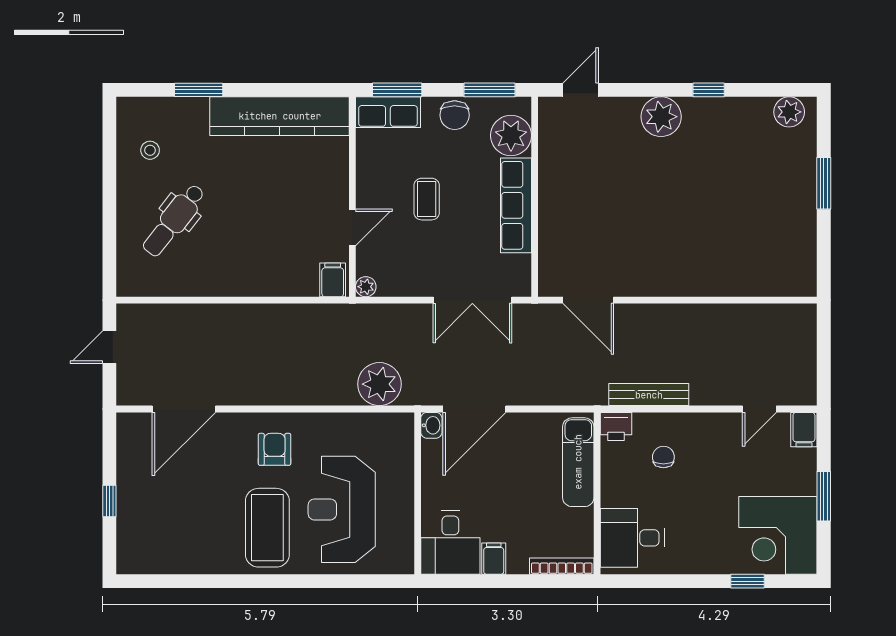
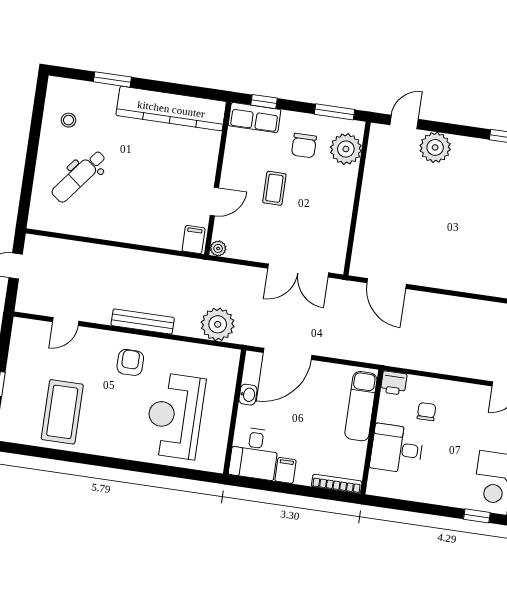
window: (397, 90) -> (264, 102), width x0.67
chair: (455, 115) -> (304, 146), moved
plant: (661, 117) -> (435, 147), moved
row of seats: (516, 205) -> (342, 203), removed
bench: (649, 395) -> (143, 322), moved
door: (184, 409) -> (66, 322), width x0.53
washbasin: (431, 425) -> (248, 395), moved
coffee table: (267, 528) -> (62, 412), moved
desk: (632, 538) -> (397, 449), moved

